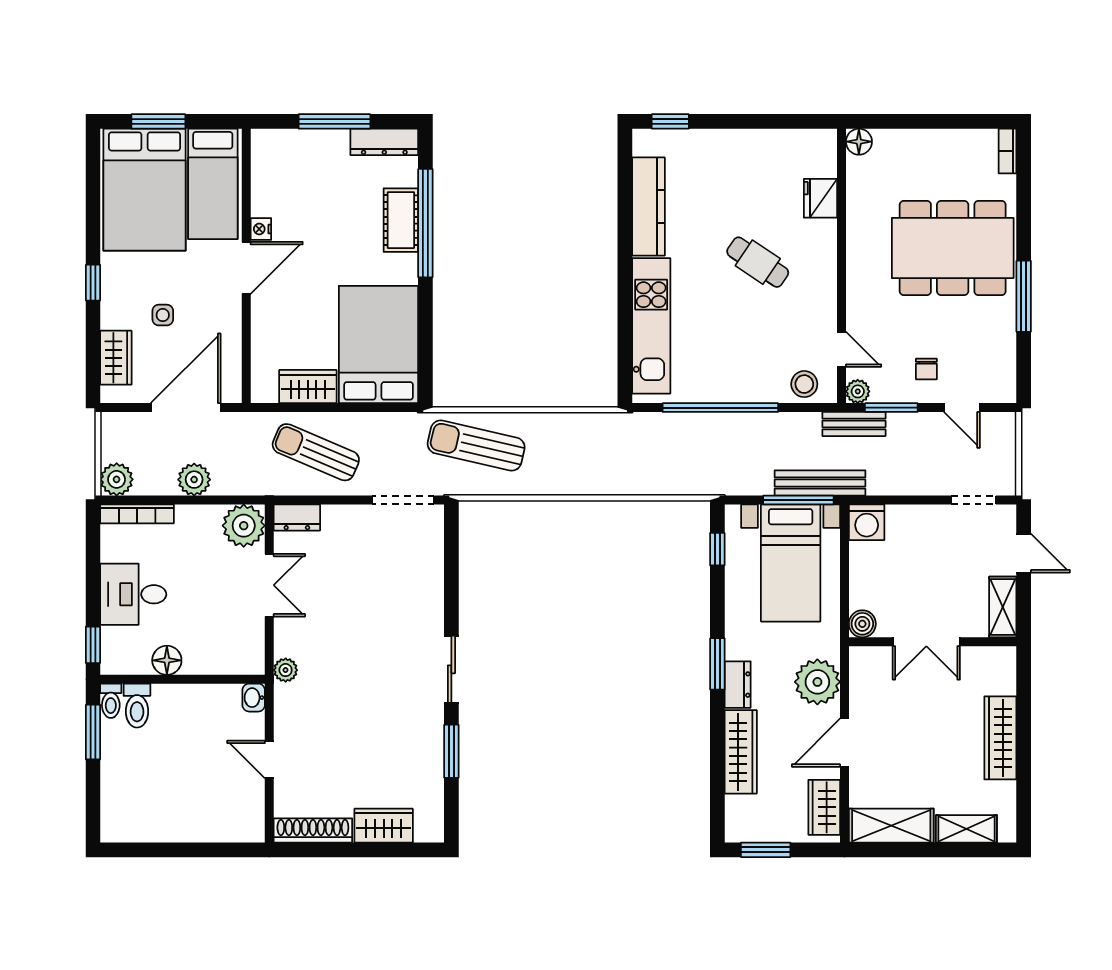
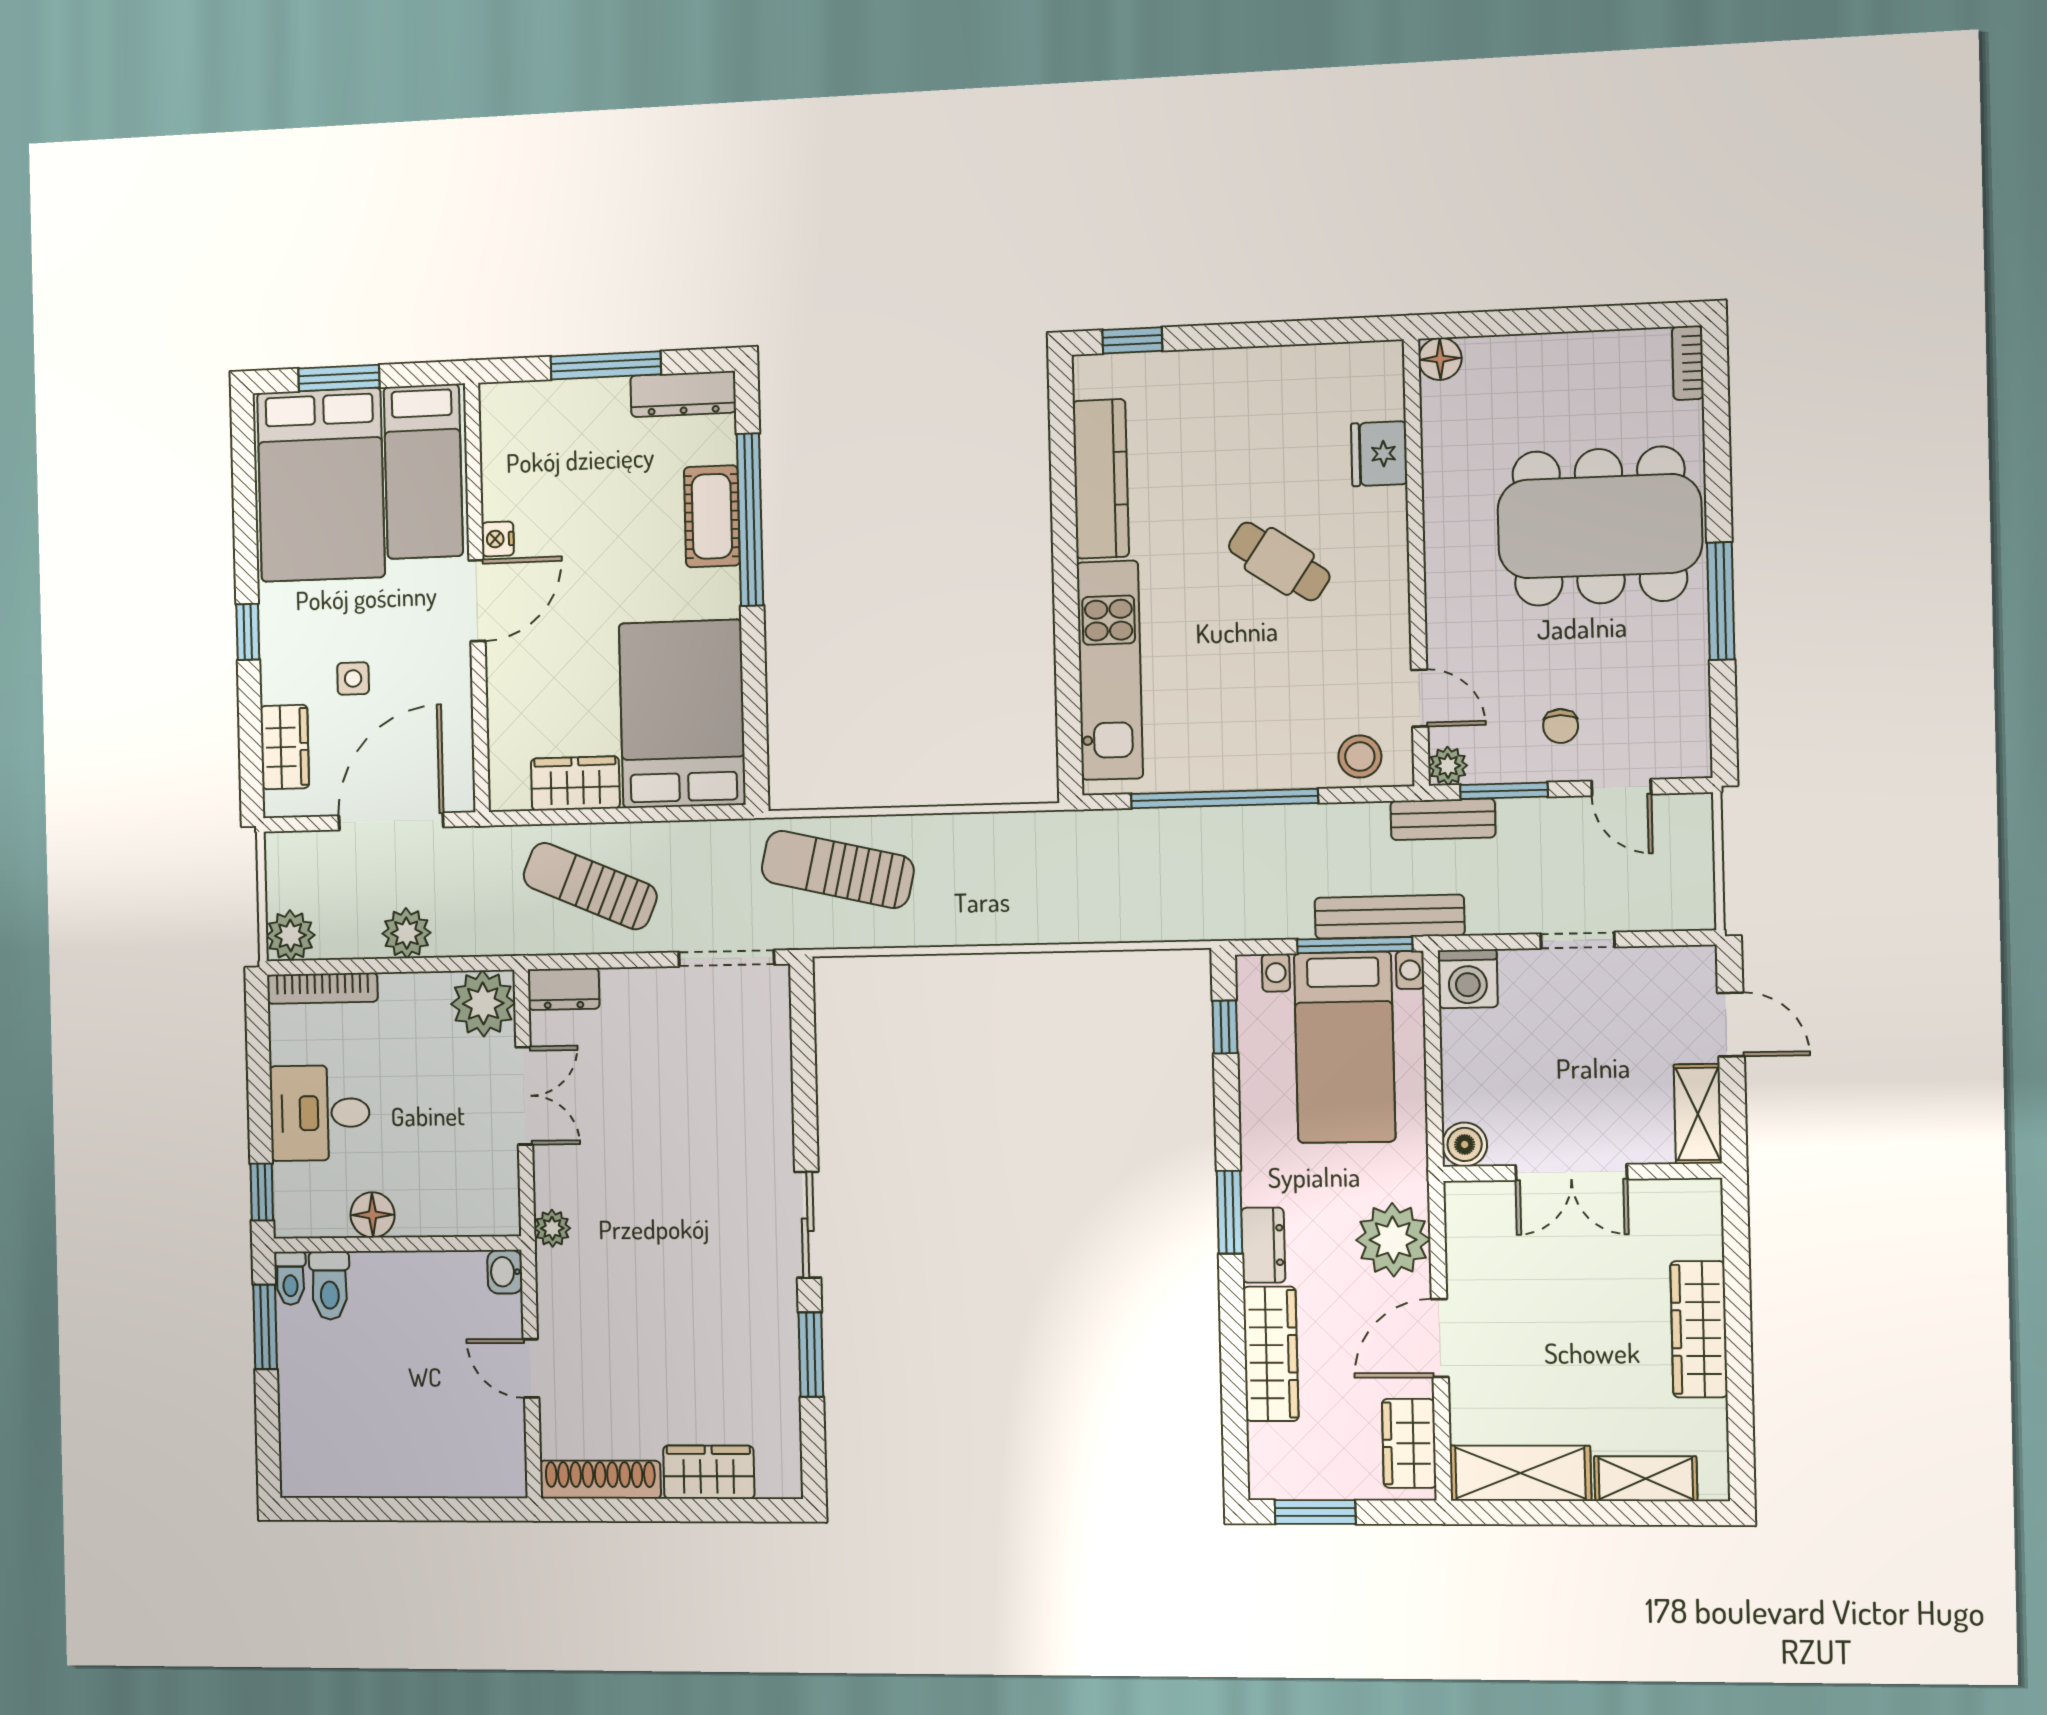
doorway: (974, 500) -> (1578, 940), moved

